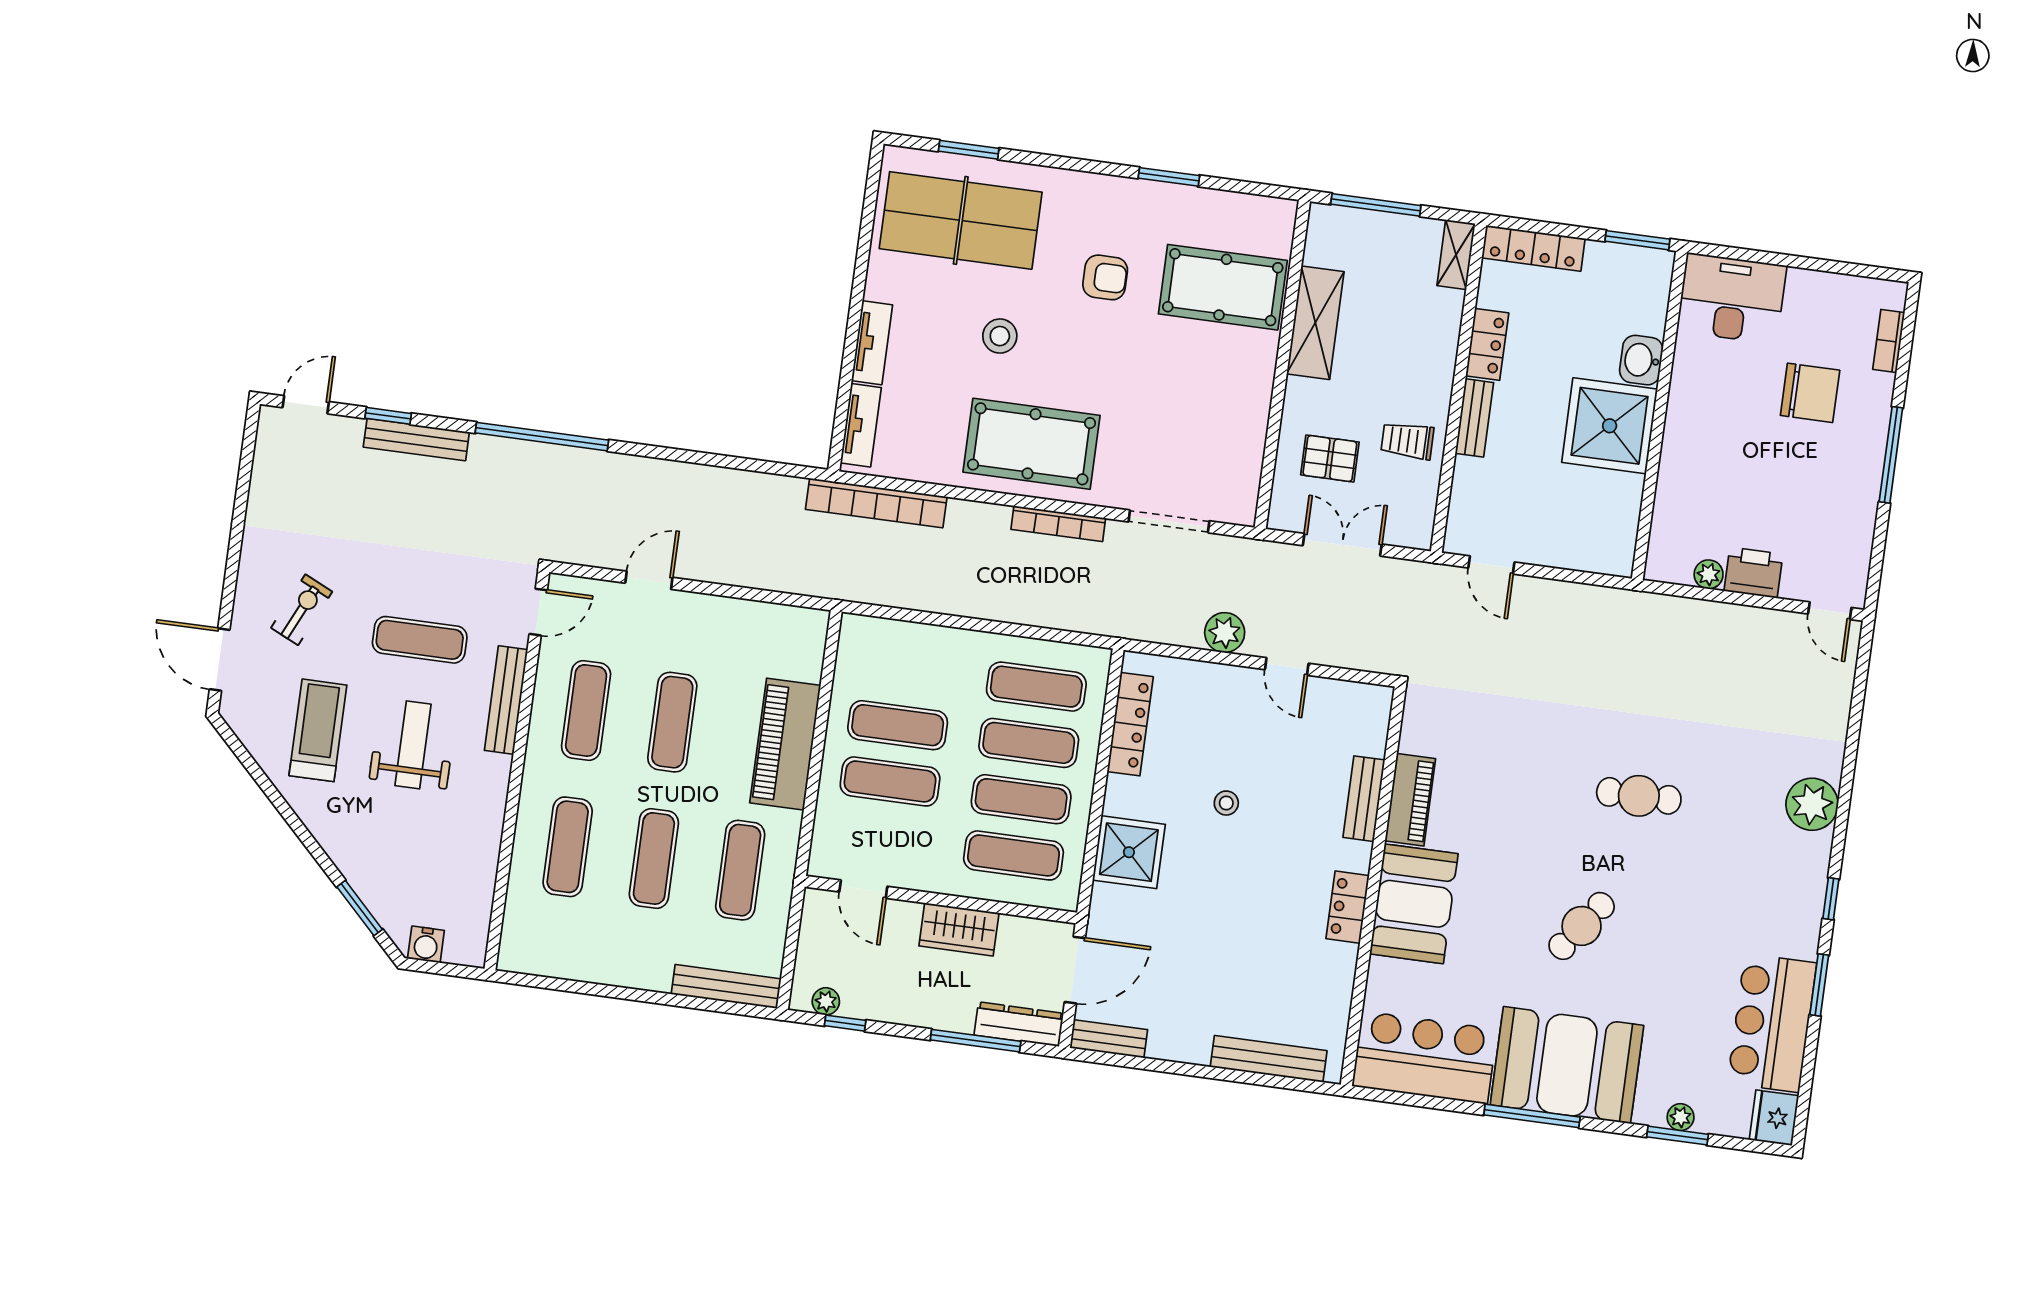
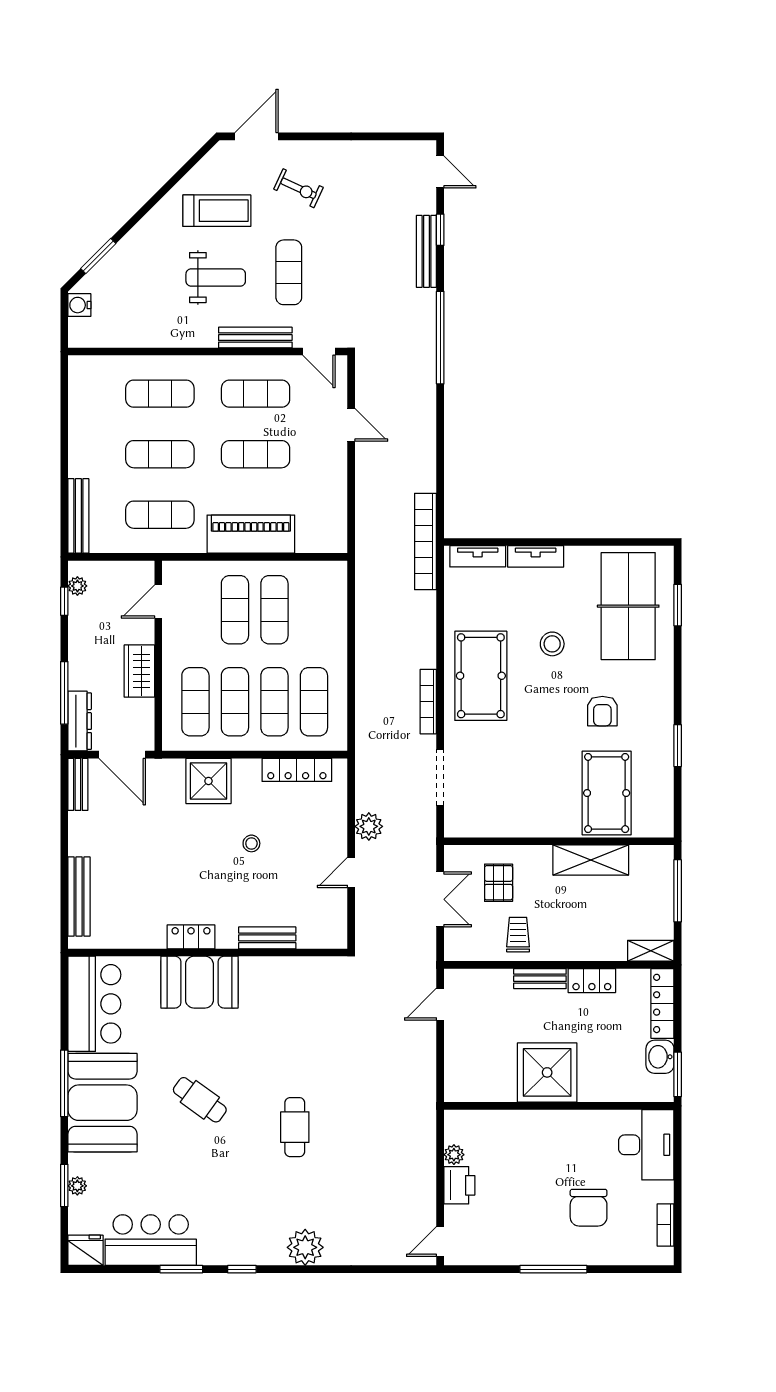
bookcase: (1889, 341) -> (666, 1225), moved, turned -90
washbasin: (1641, 360) -> (660, 1057), moved, turned -90
bookcase: (876, 503) -> (426, 541), moved
piano: (1410, 800) -> (271, 970), removed

